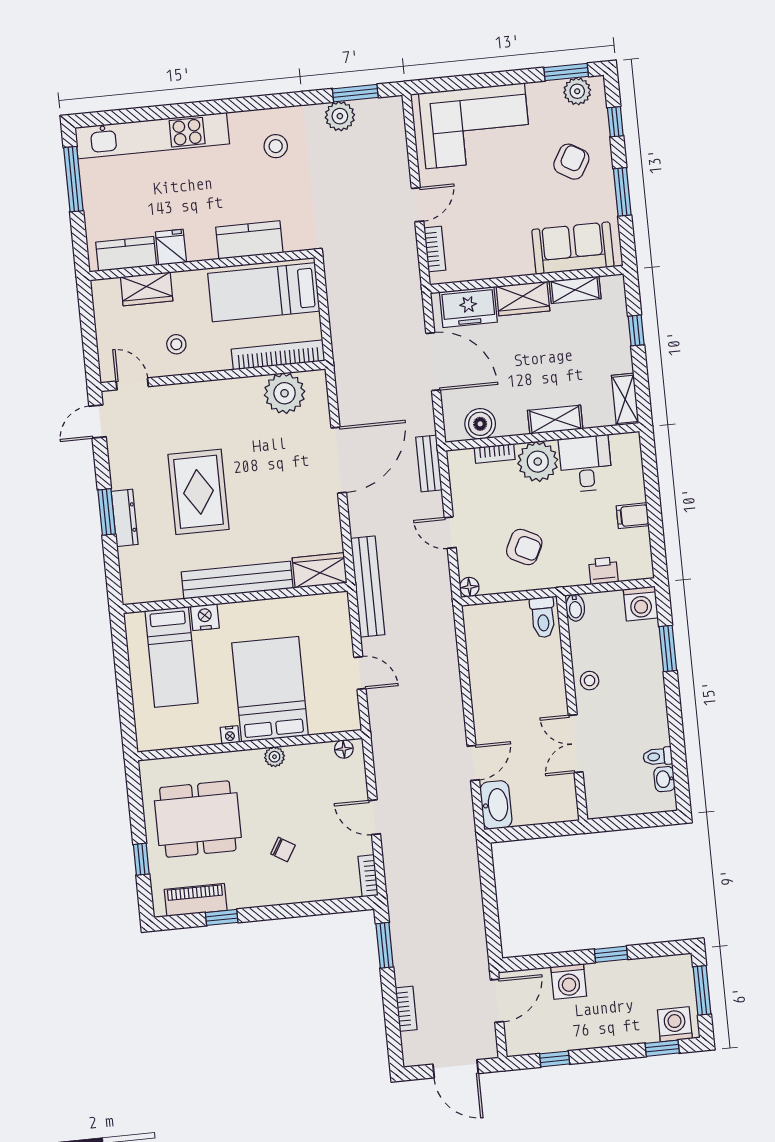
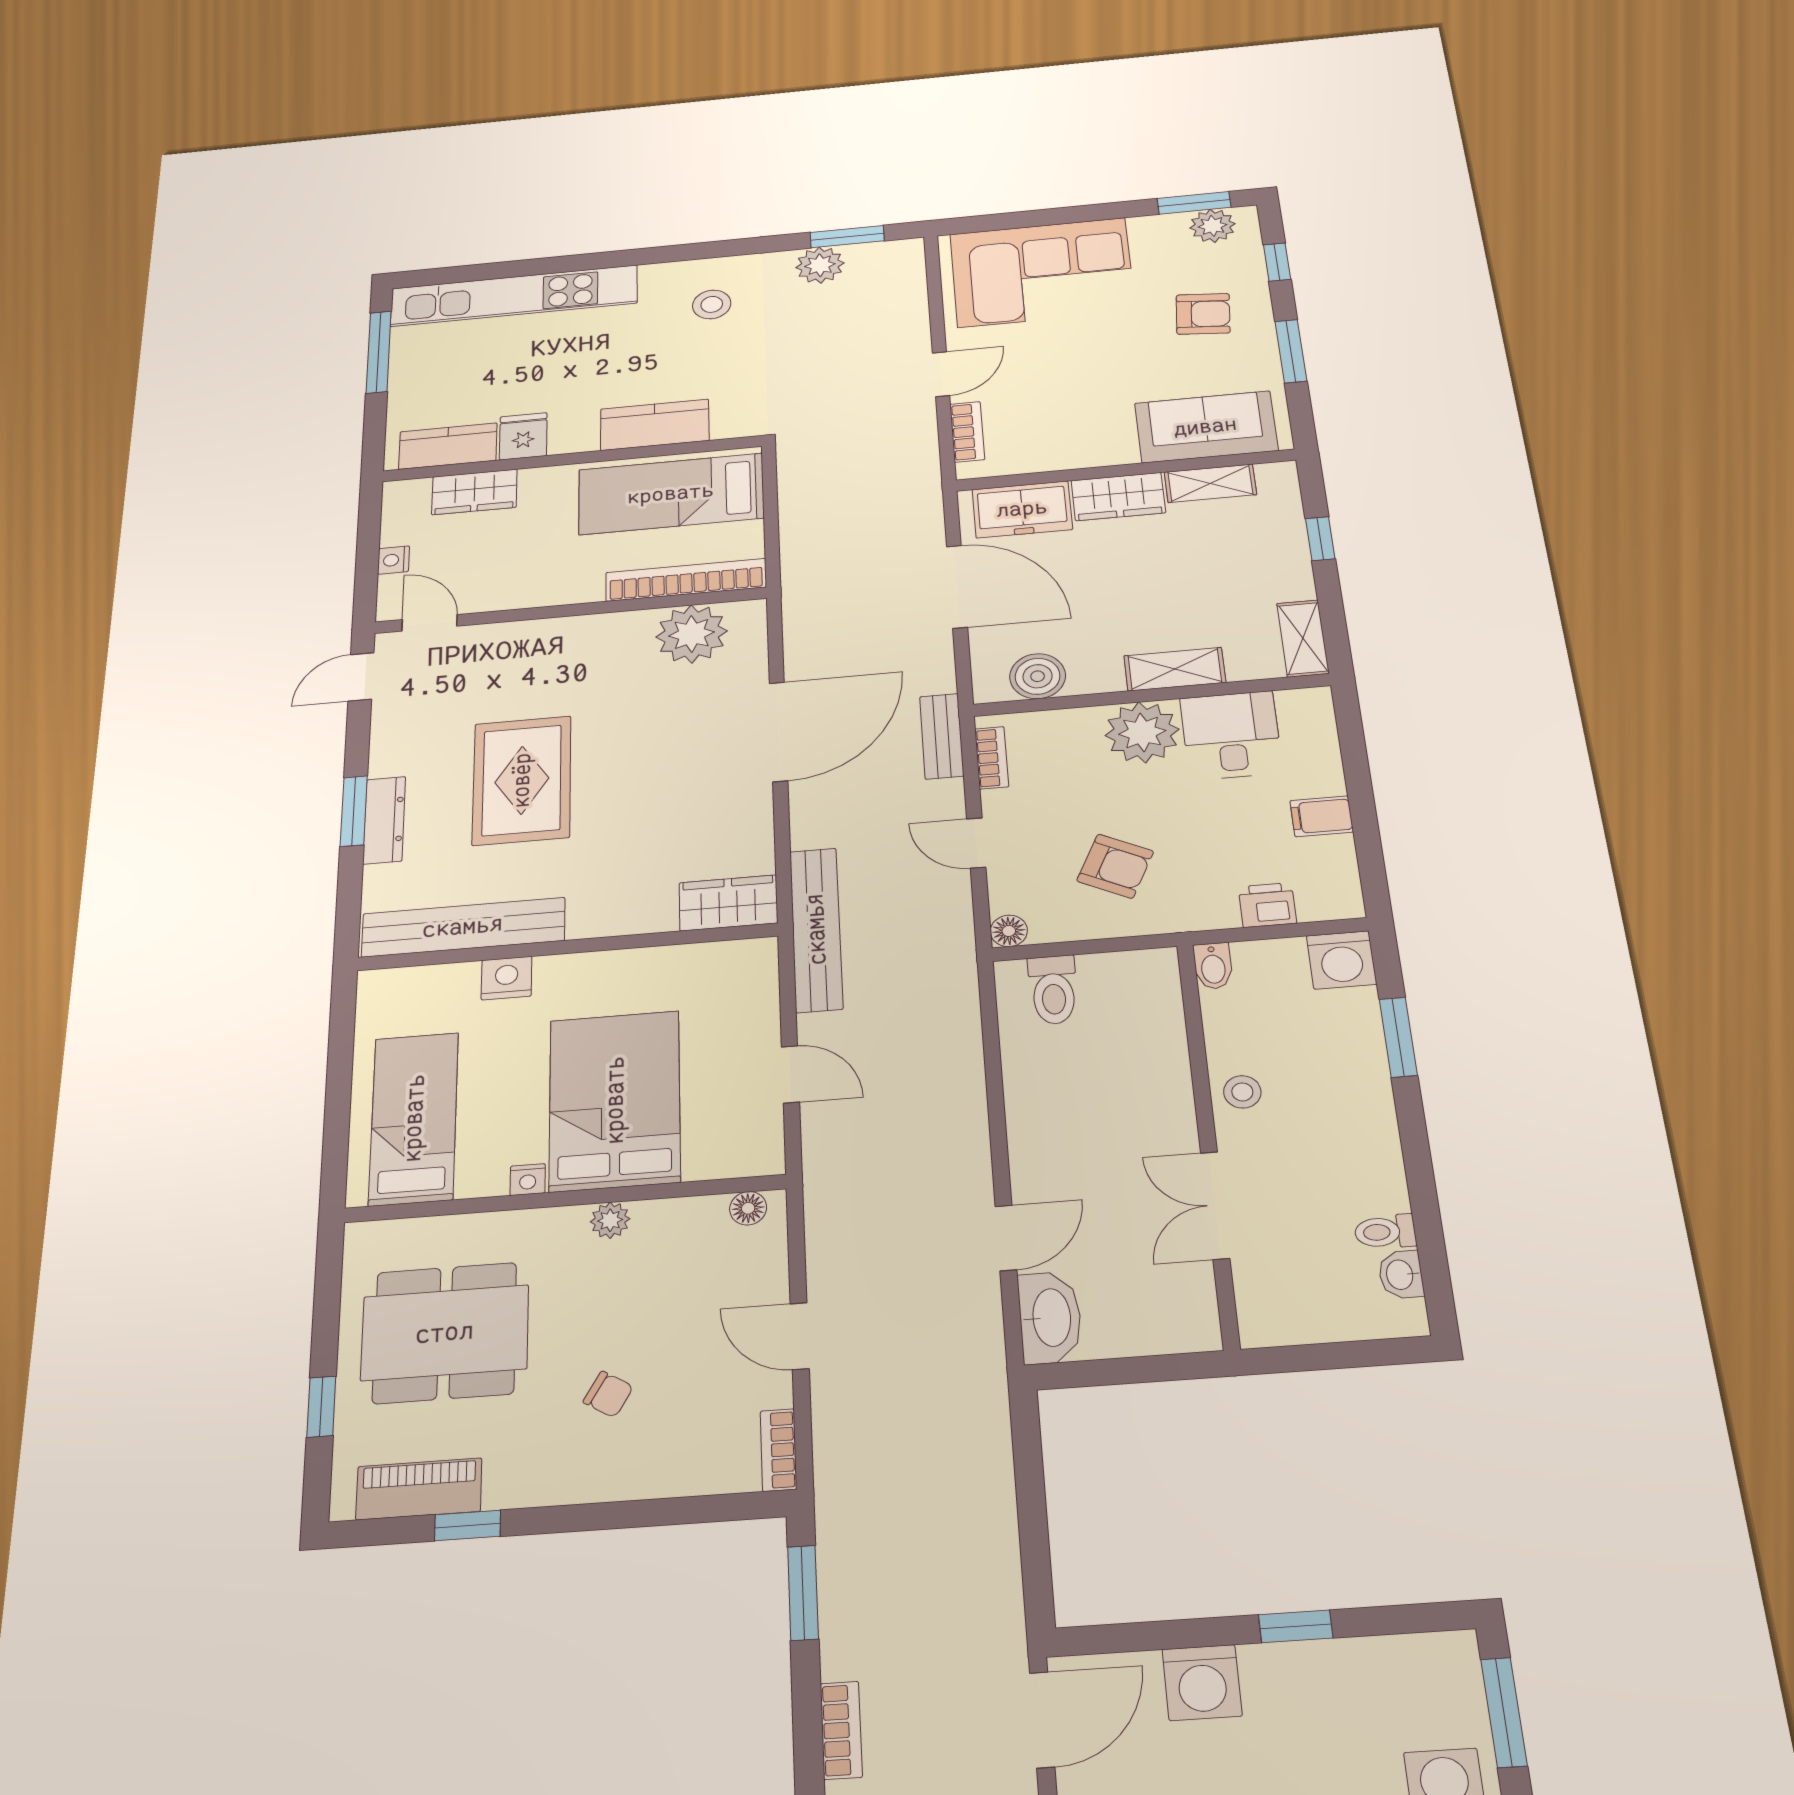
armchair: (571, 162) -> (1203, 314), turned 65
nightstand: (105, 339) -> (394, 560), added
stool: (176, 344) -> (513, 567), removed
bookcase: (495, 454) -> (992, 758), moved, turned -90
bench: (237, 580) -> (463, 927), moved
toilet: (543, 617) -> (1053, 990), moved
bed: (171, 657) -> (414, 1118), moved, turned 180

